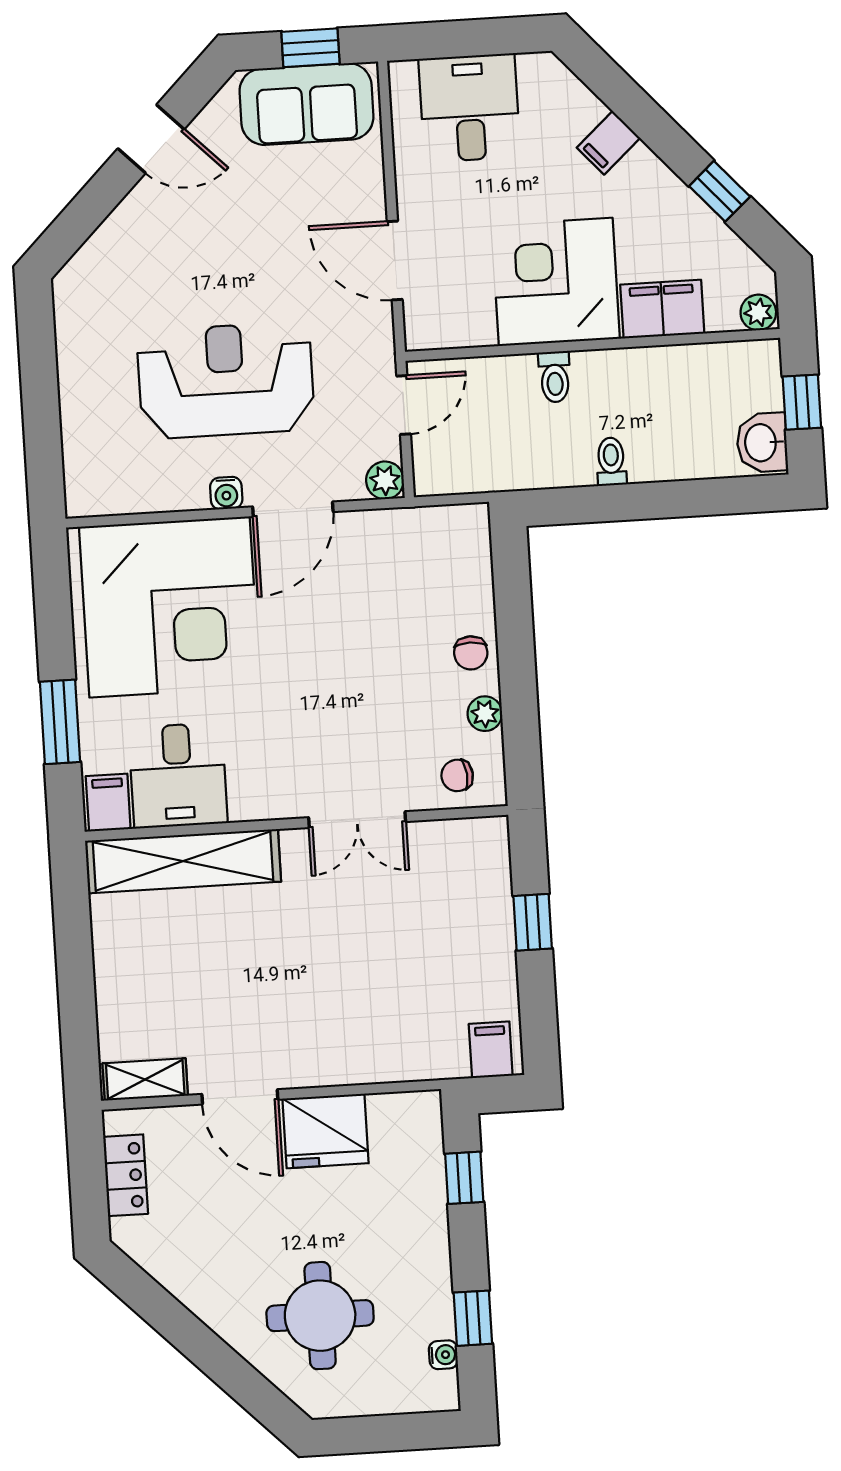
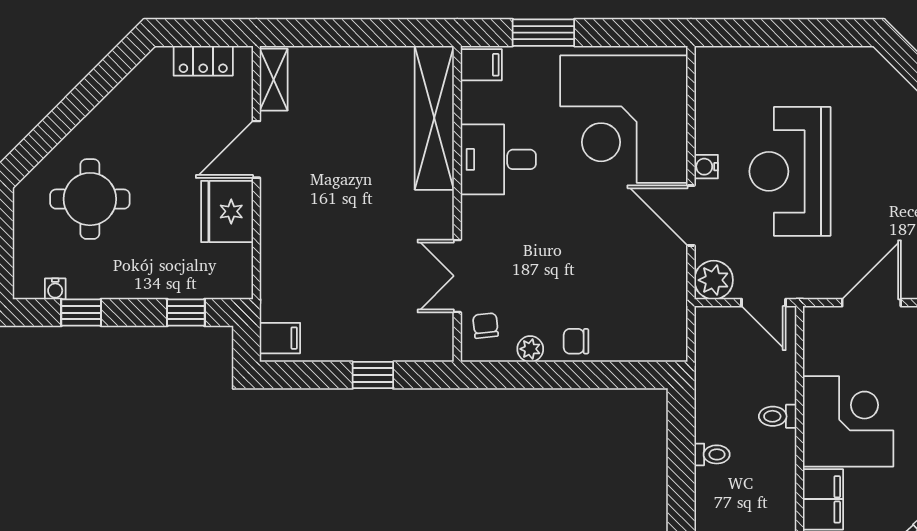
reception desk: (226, 380) -> (790, 171), turned 180
plant: (385, 480) -> (714, 280), width x1.38, depth x1.38
desk: (178, 775) -> (498, 159), moved
double door: (357, 820) -> (457, 276), moved

